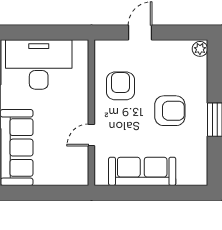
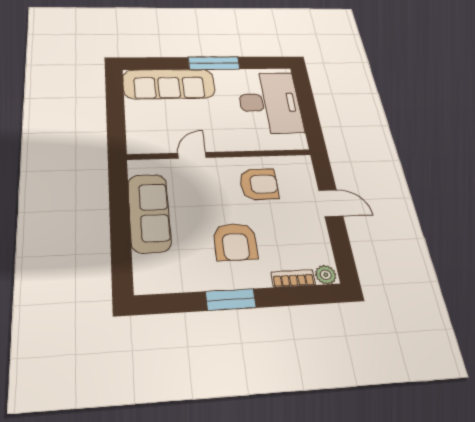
bookcase: (201, 73) -> (293, 278), added
door: (91, 135) -> (192, 155), hinge flipped

